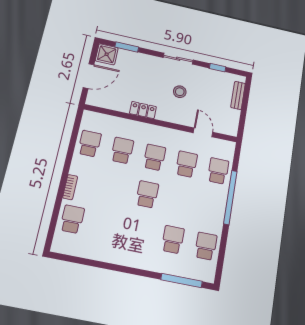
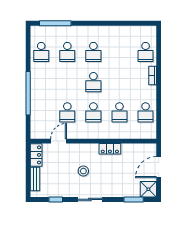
locker: (232, 122) -> (36, 155), added
door: (203, 132) -> (59, 141), swing flipped
school desk: (218, 171) -> (93, 52), moved

